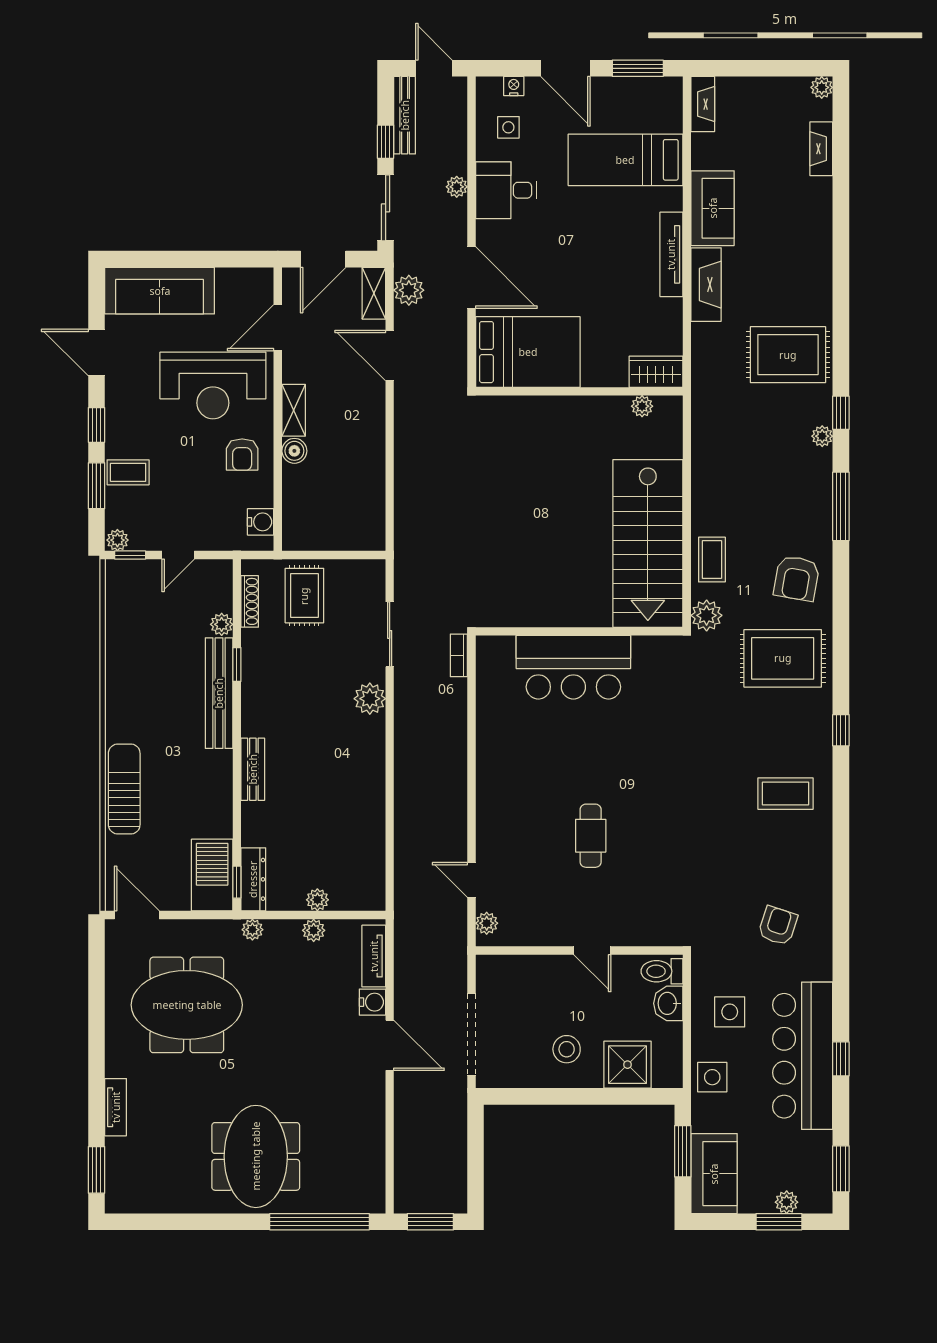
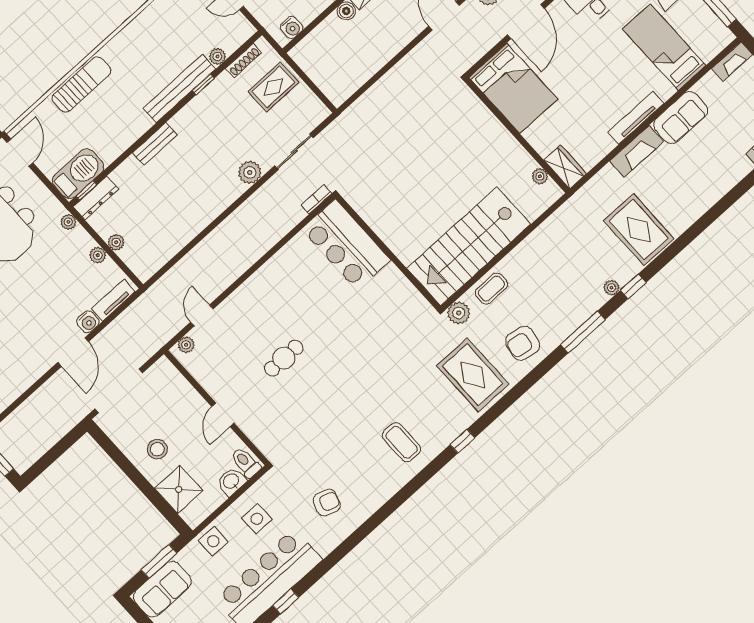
bar counter: (573, 667) -> (346, 245), moved

